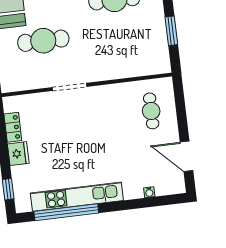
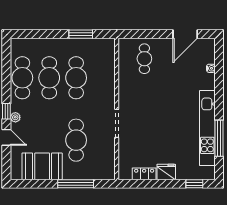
cafe table: (118, 32) -> (76, 78), added
cafe table: (151, 111) -> (144, 59), turned 90
window: (66, 212) -> (219, 138), width x0.68

